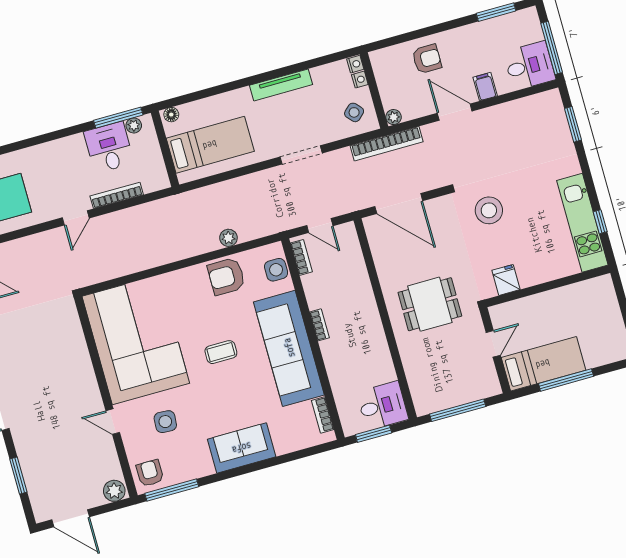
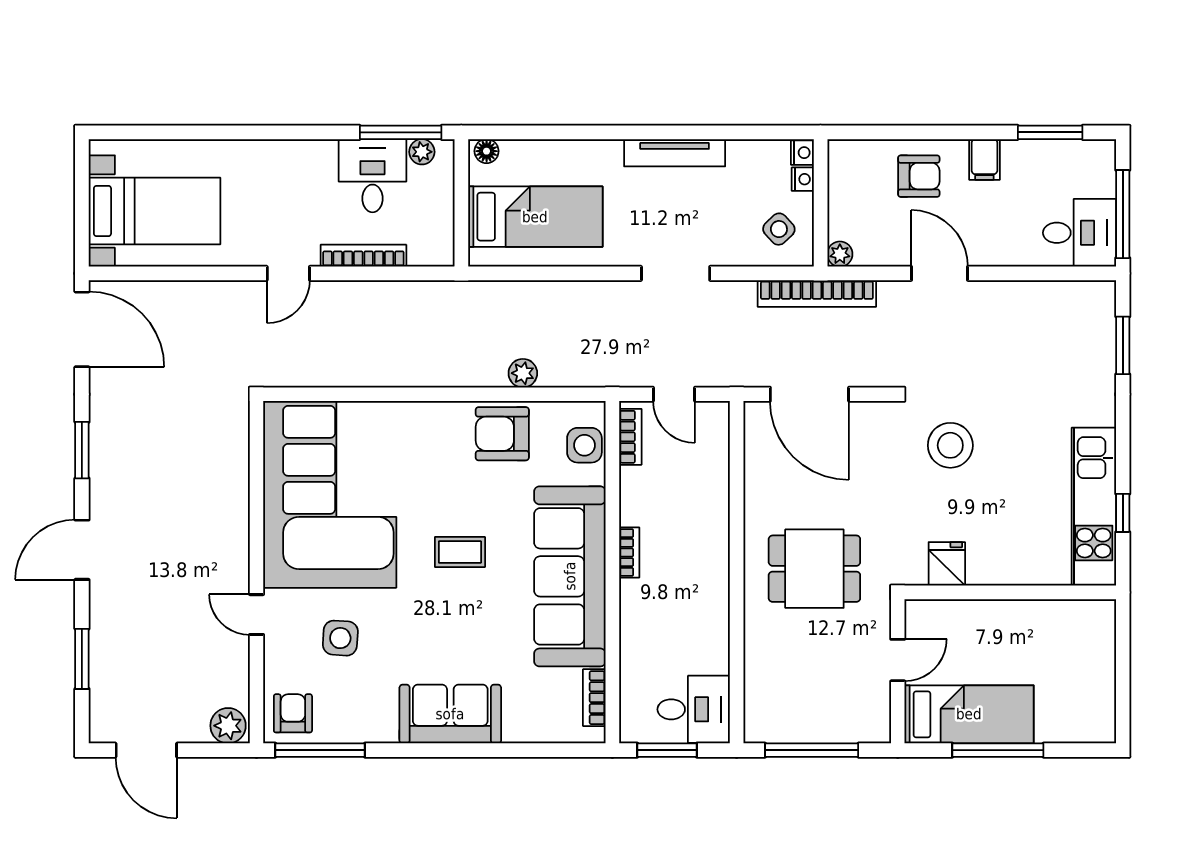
filing cabinet: (485, 87) -> (984, 160), moved, turned 180

